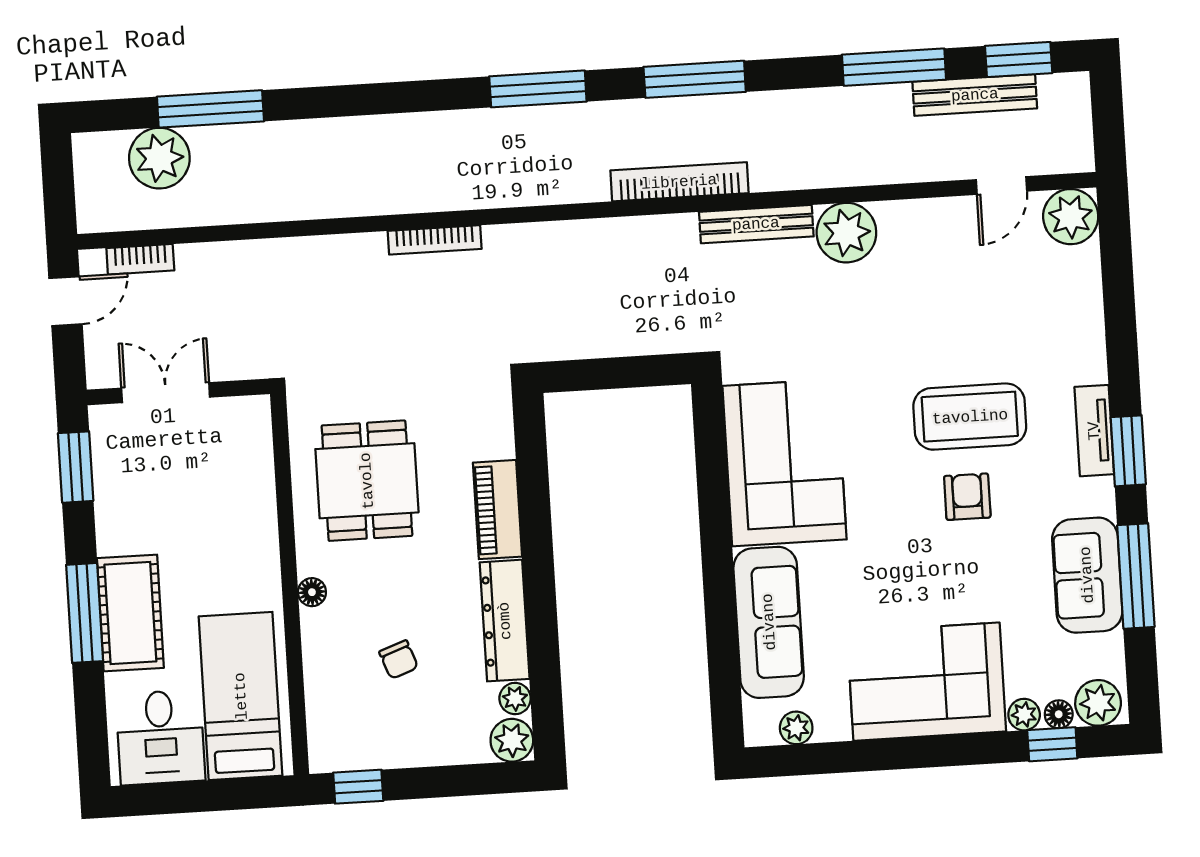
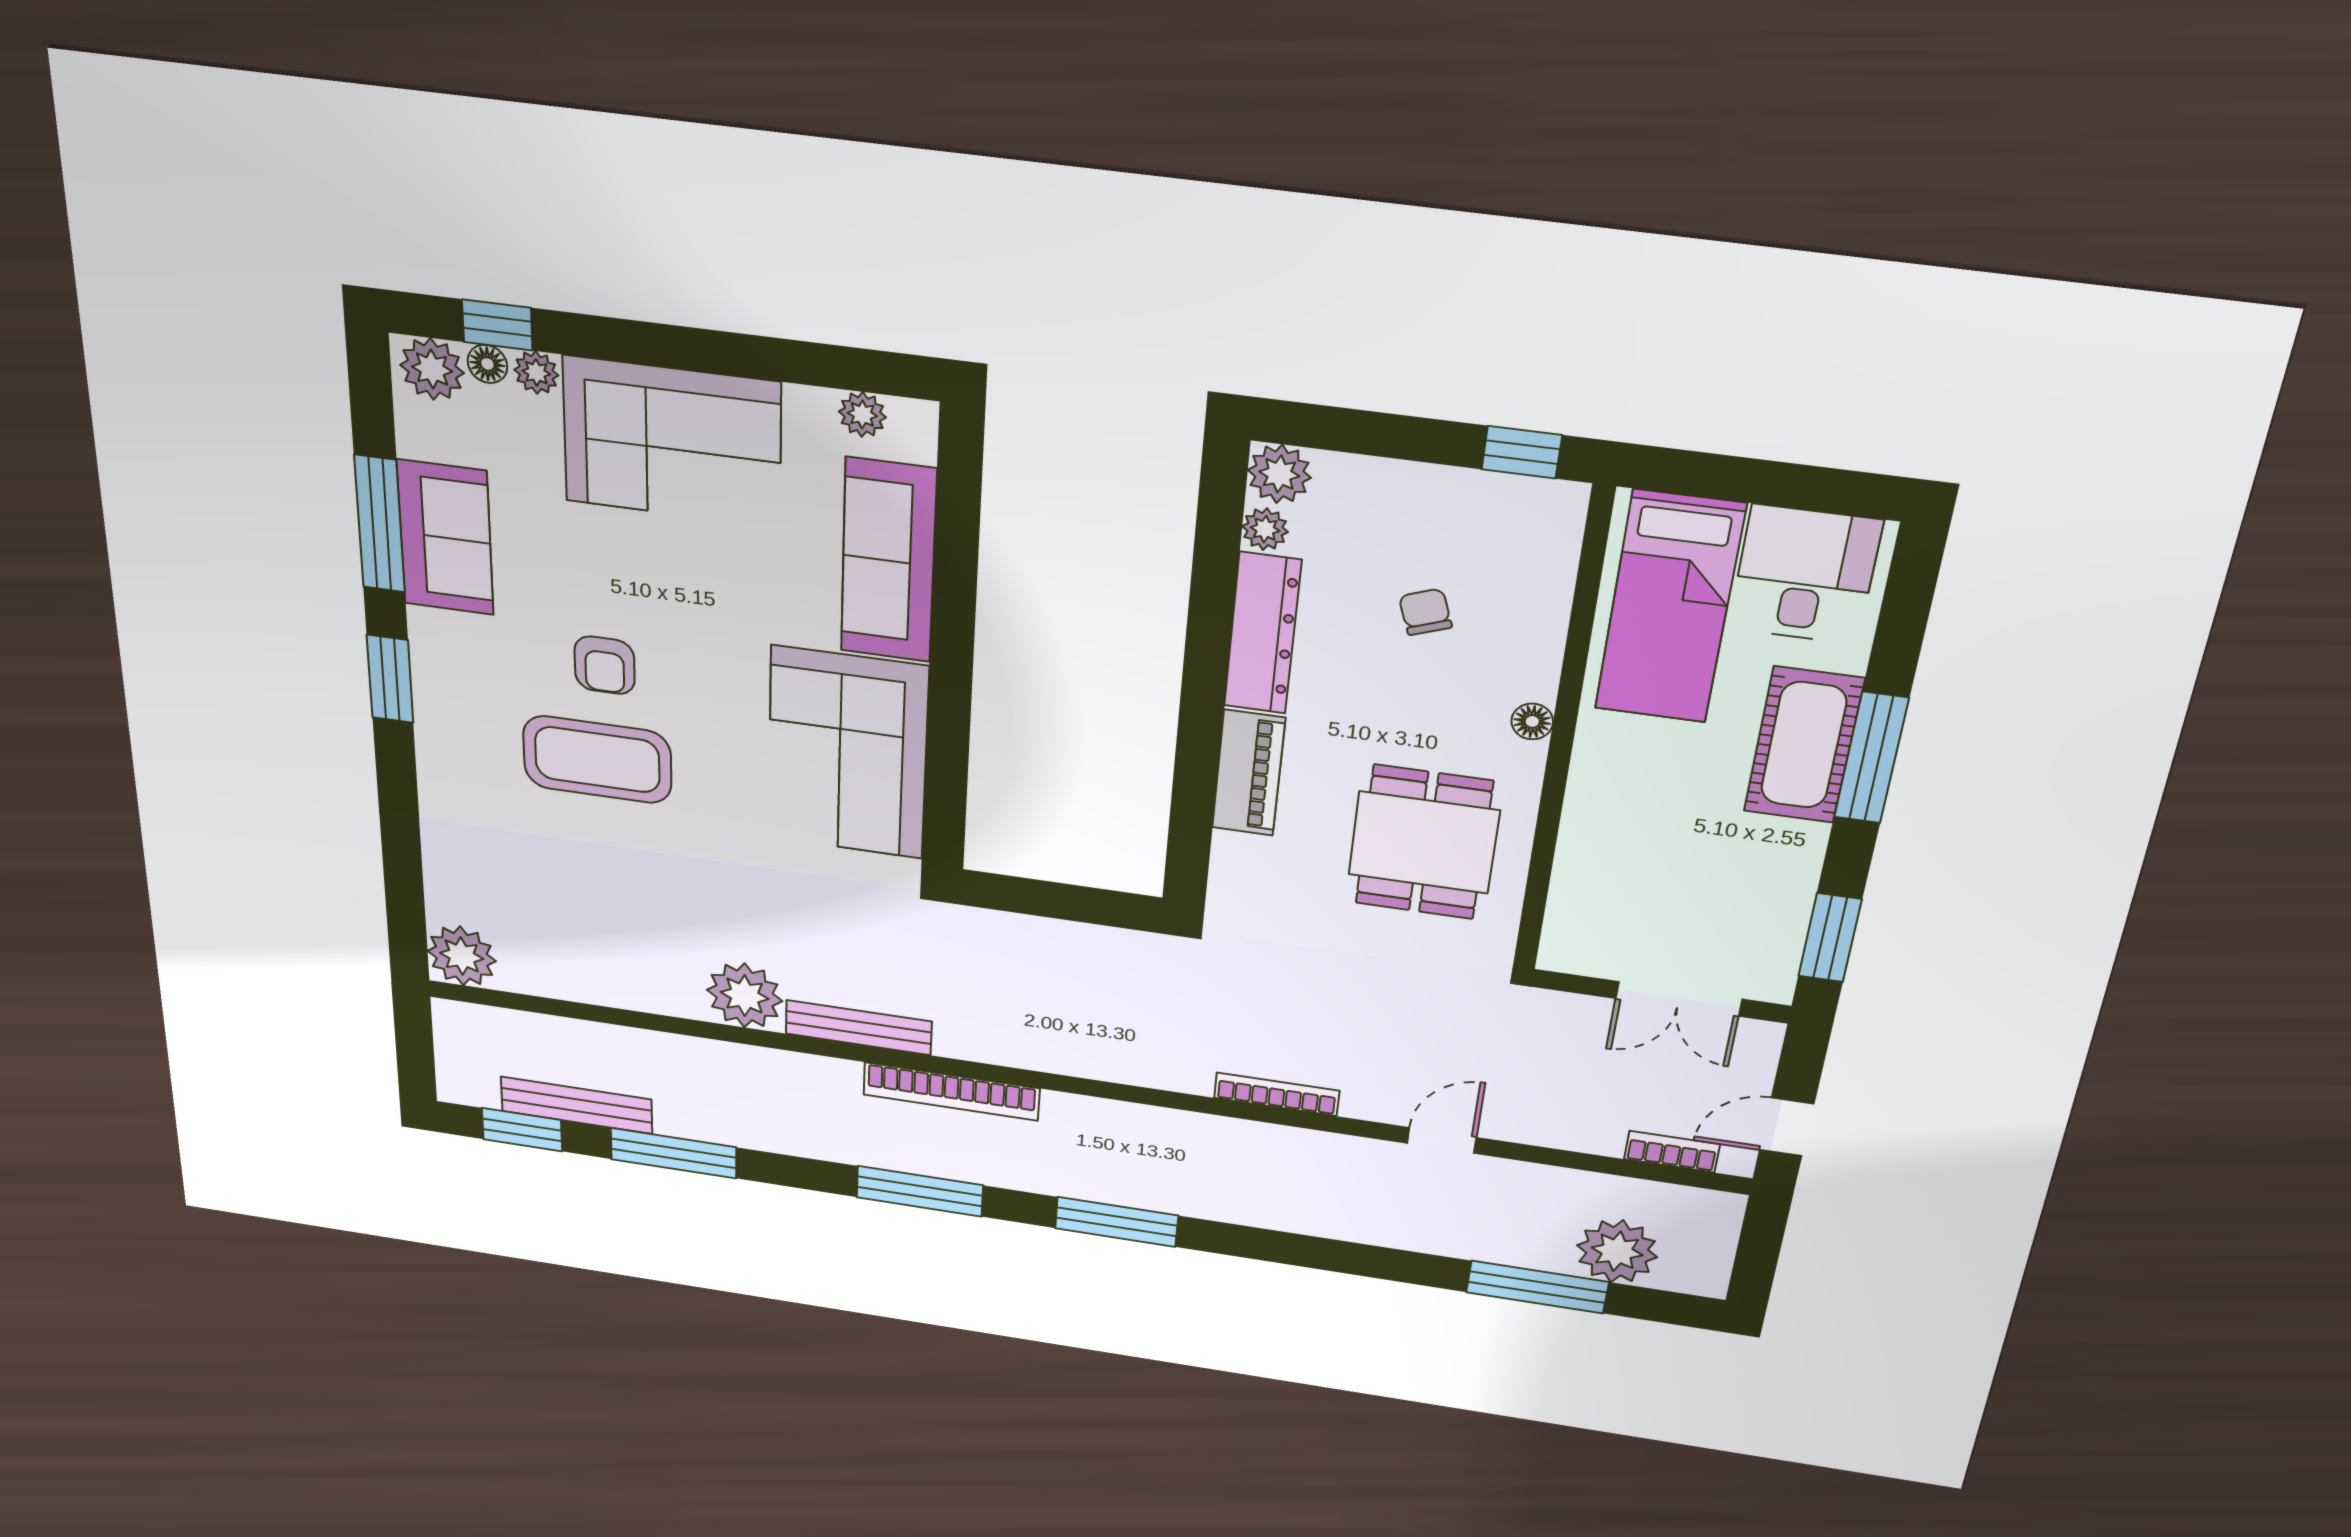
door: (1002, 185) -> (1442, 1140), moved
tv unit: (1094, 431) -> (434, 711), removed

